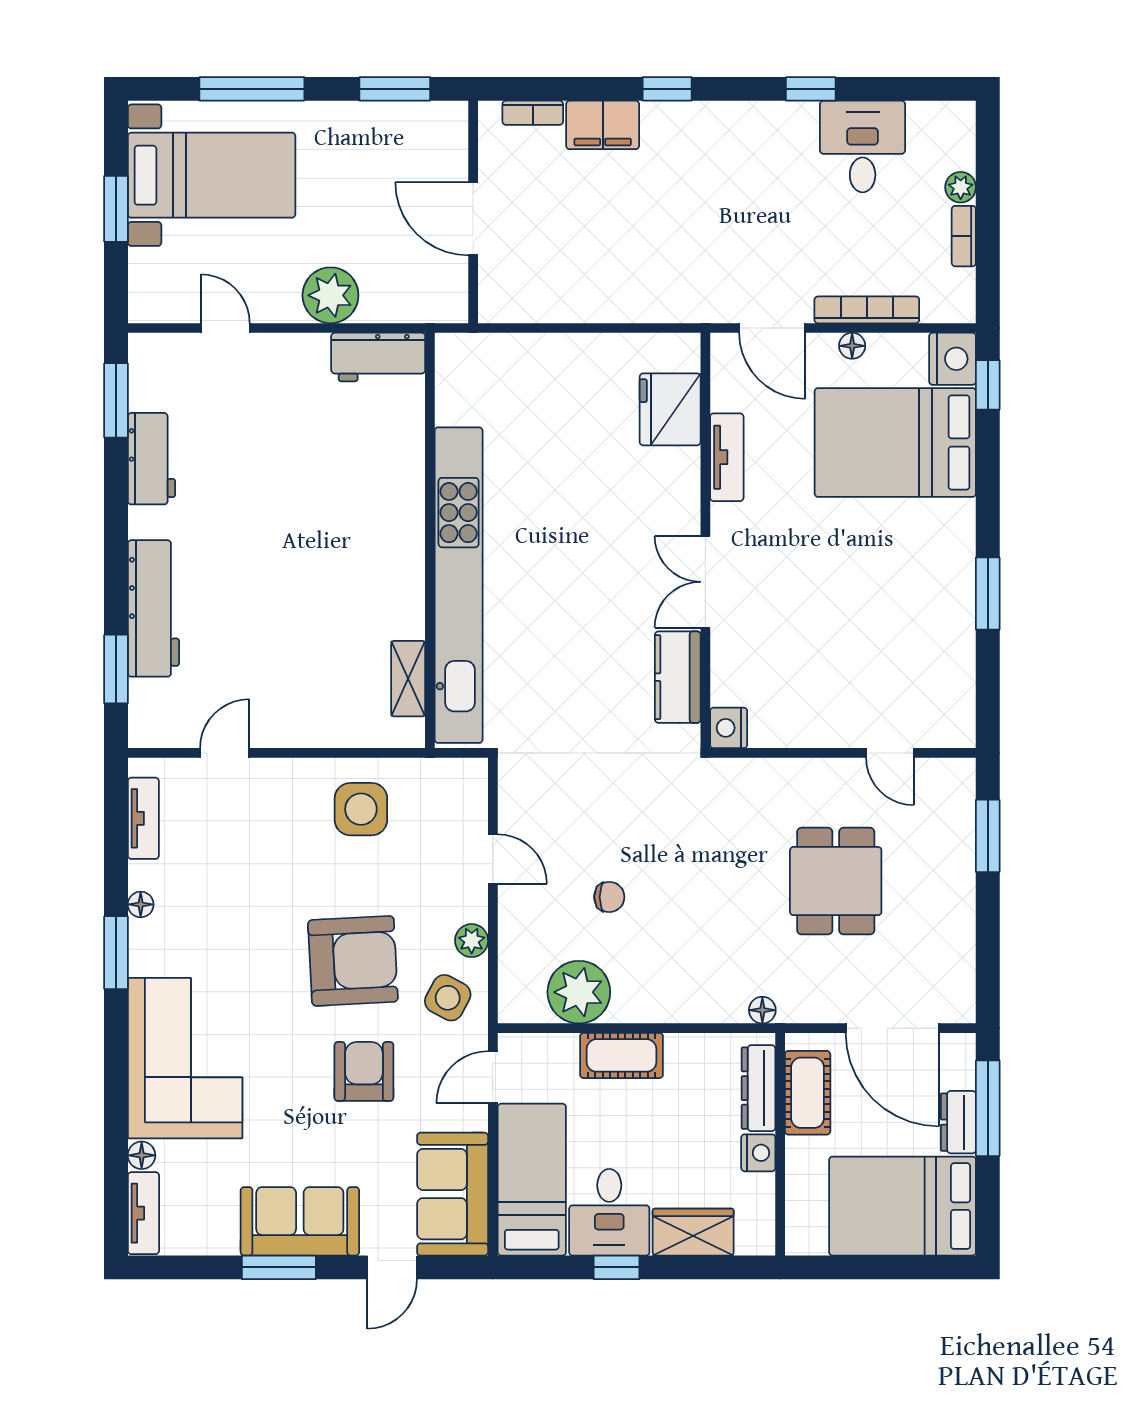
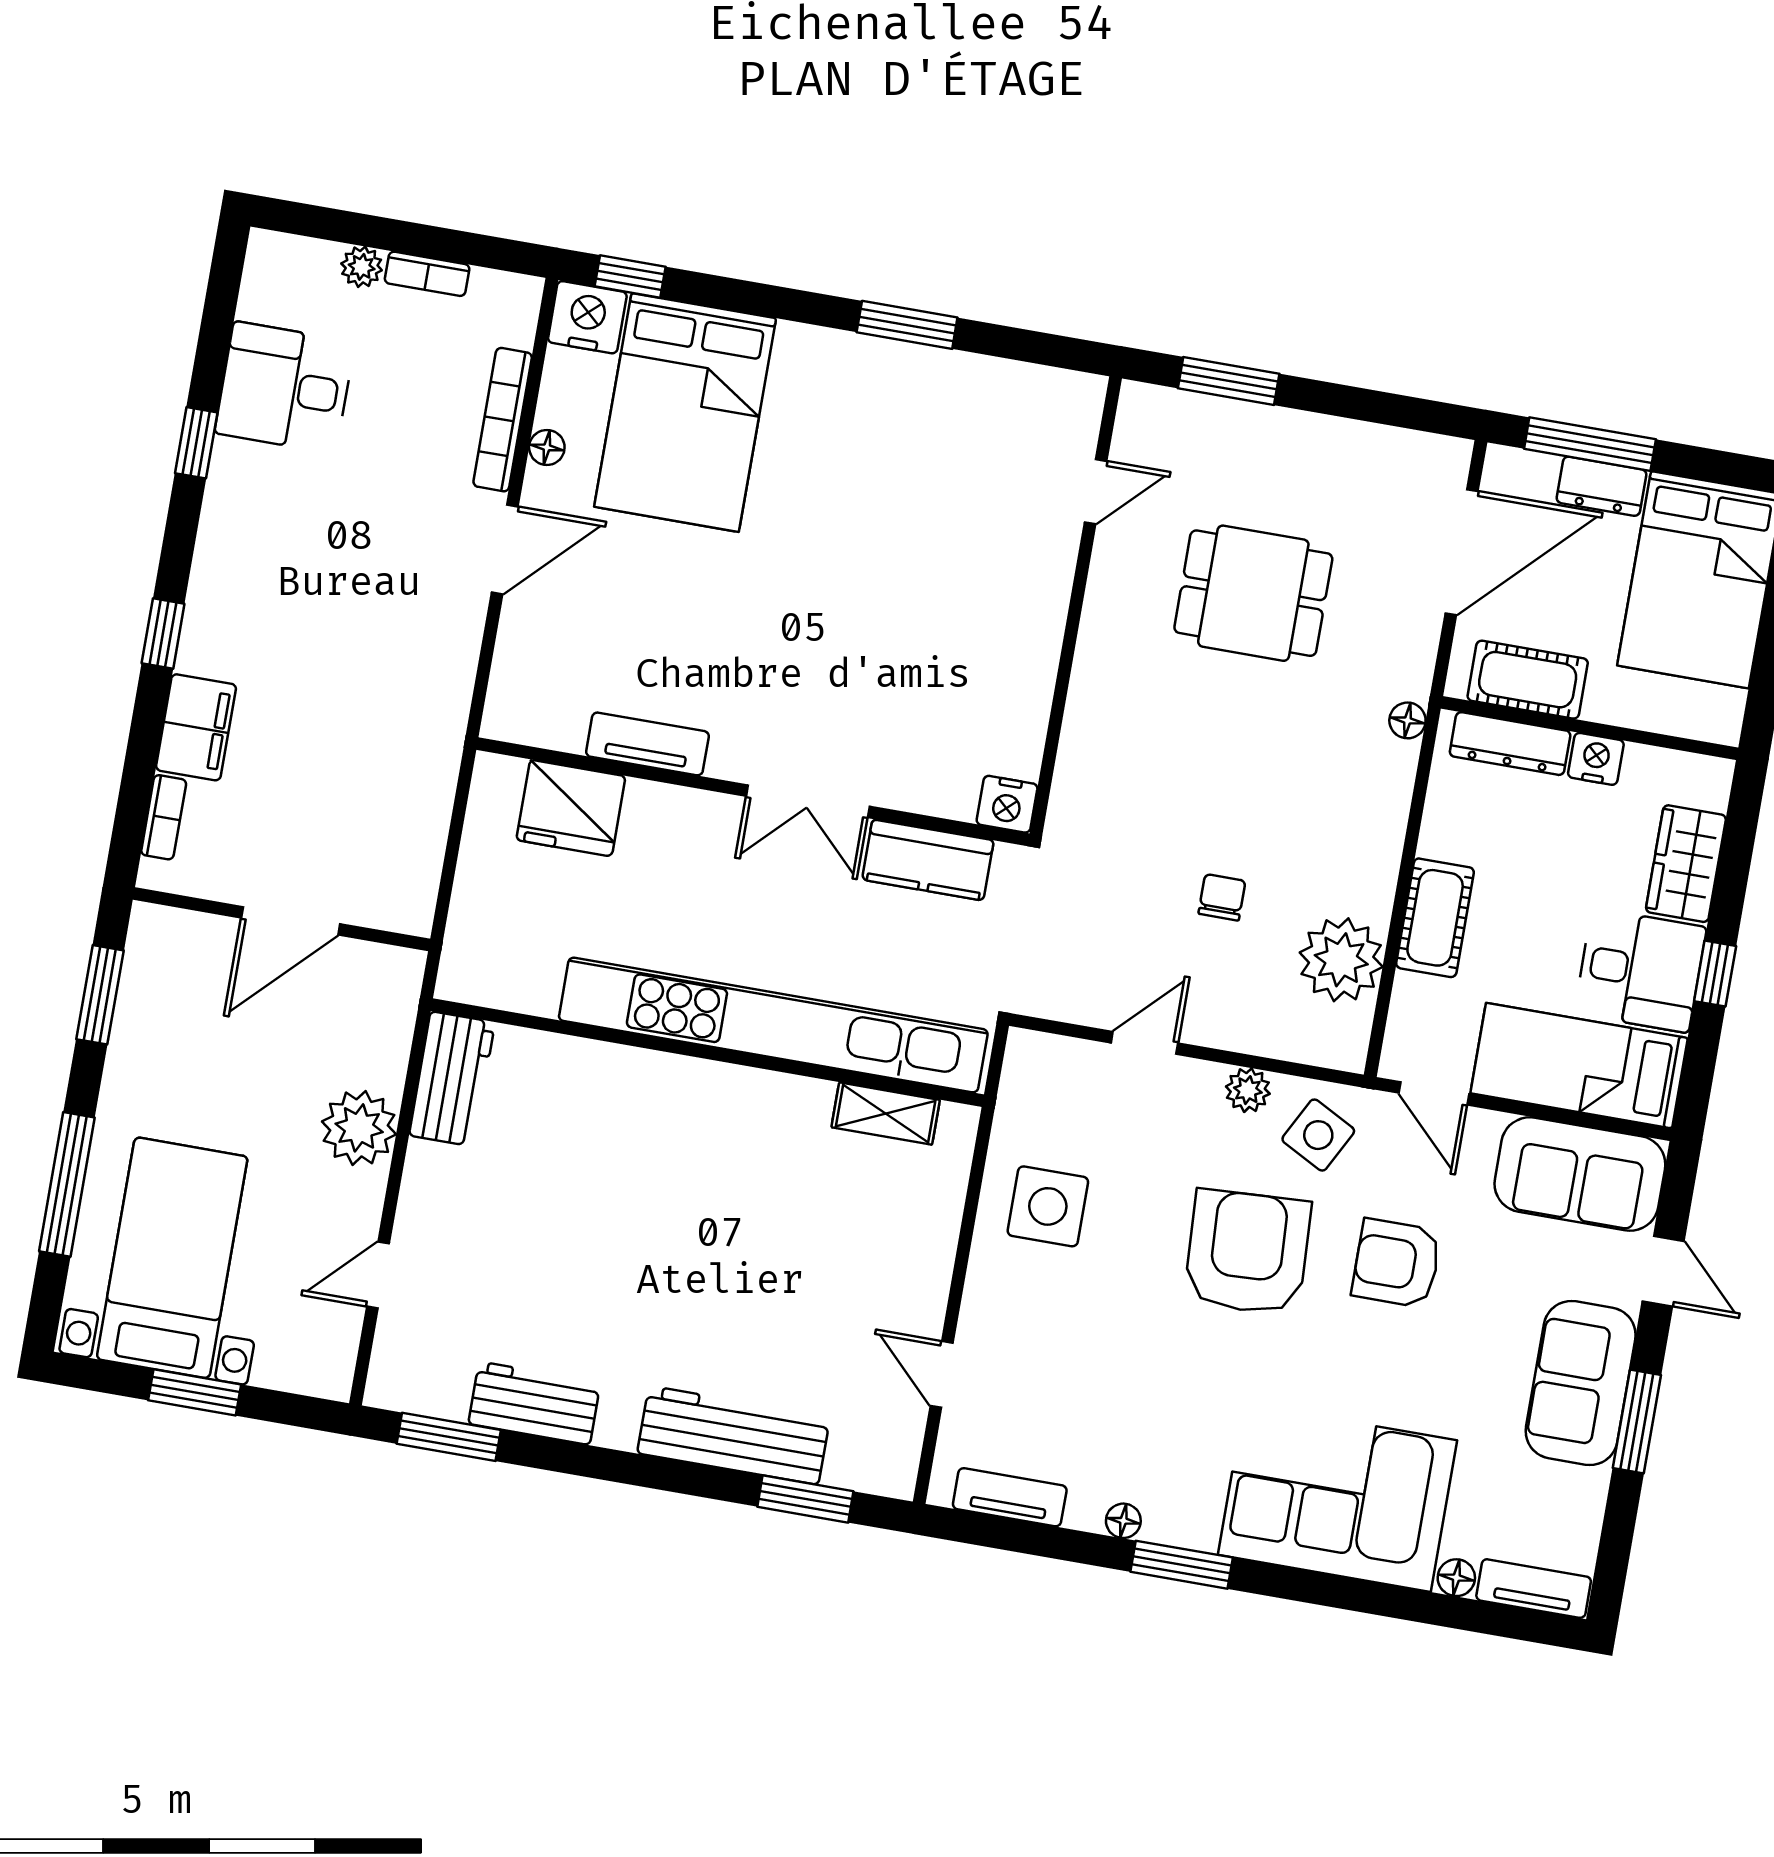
fridge: (670, 409) -> (571, 808), moved
tv unit: (727, 457) -> (647, 744), moved
wall: (705, 540) -> (753, 792), moved
double door: (705, 582) -> (808, 801), moved
kitchen counter: (678, 677) -> (928, 860), moved
nightstand: (729, 728) -> (1007, 804), moved

